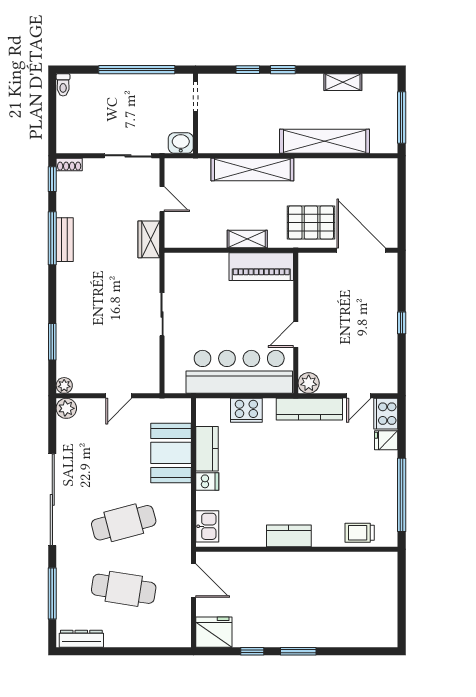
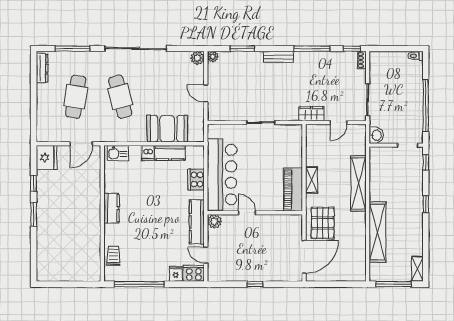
window: (248, 70) -> (426, 162), moved
shelving: (343, 82) -> (417, 269), moved
bench: (65, 240) -> (278, 57), moved

